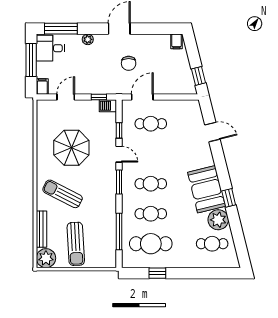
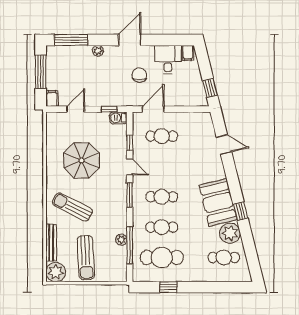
desk: (50, 48) -> (168, 60), moved, turned 90
chair: (129, 63) -> (139, 75), turned 180
plant: (111, 226) -> (121, 240), added

